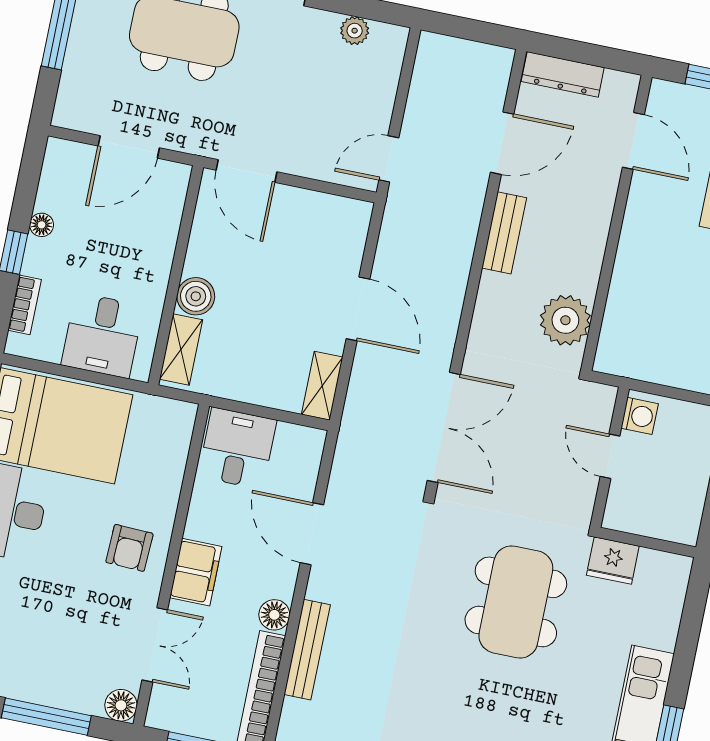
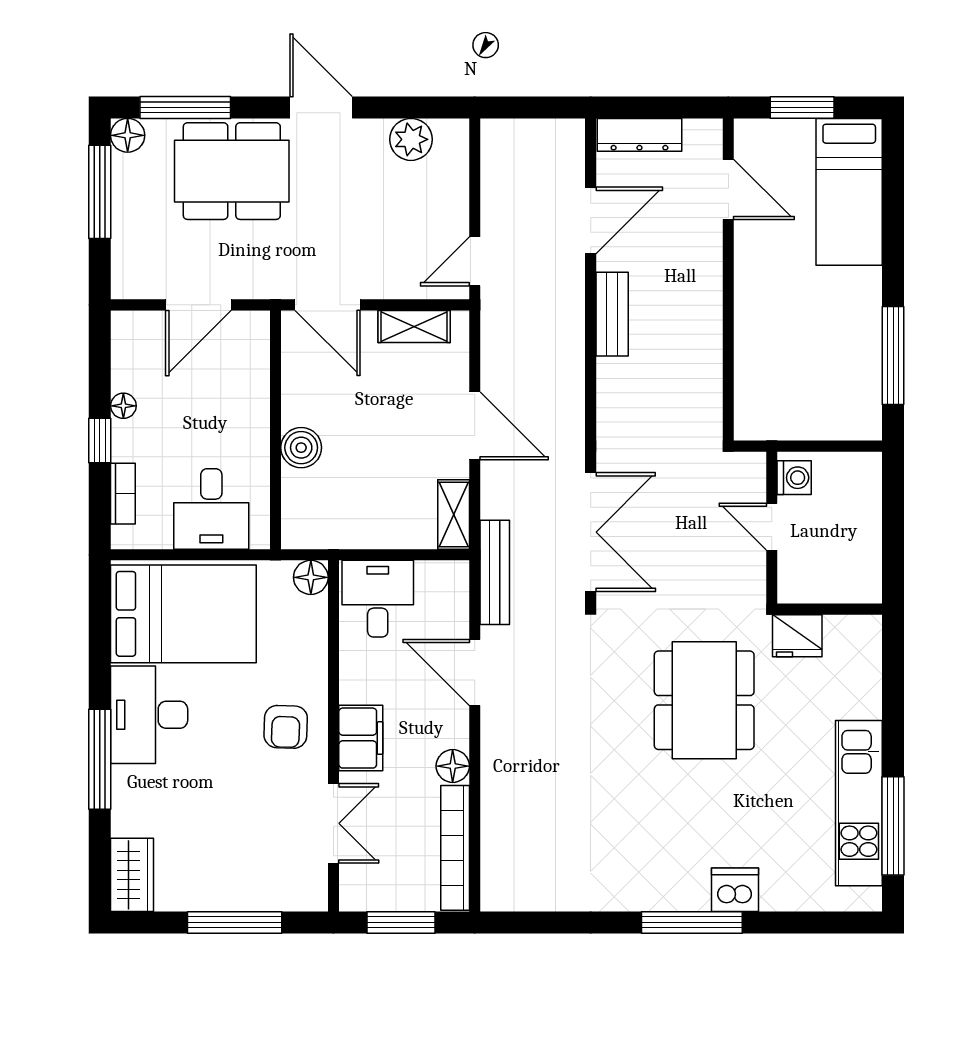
plant: (355, 31) -> (411, 139), width x1.38, depth x1.38
plant: (565, 320) -> (695, 393), removed
shelving: (181, 349) -> (414, 326), moved, turned 90
bench: (307, 650) -> (495, 572), moved
floor lamp: (121, 705) -> (311, 577), moved

